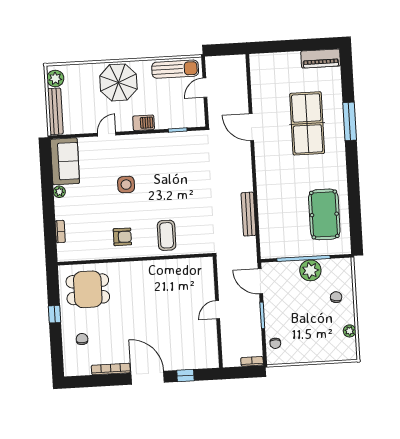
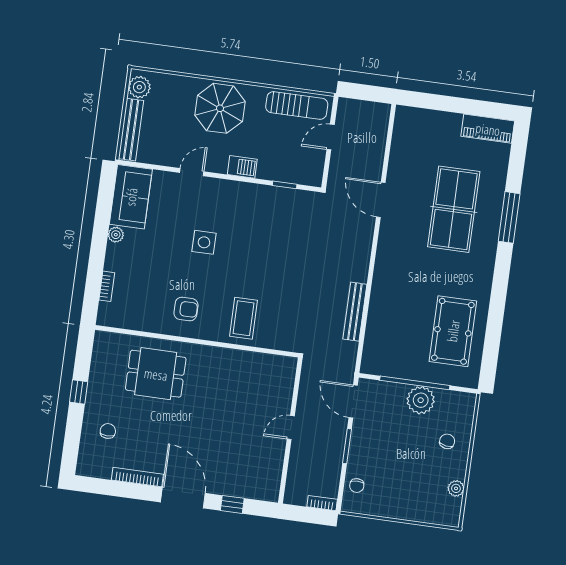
dining table: (88, 289) -> (156, 374), moved

